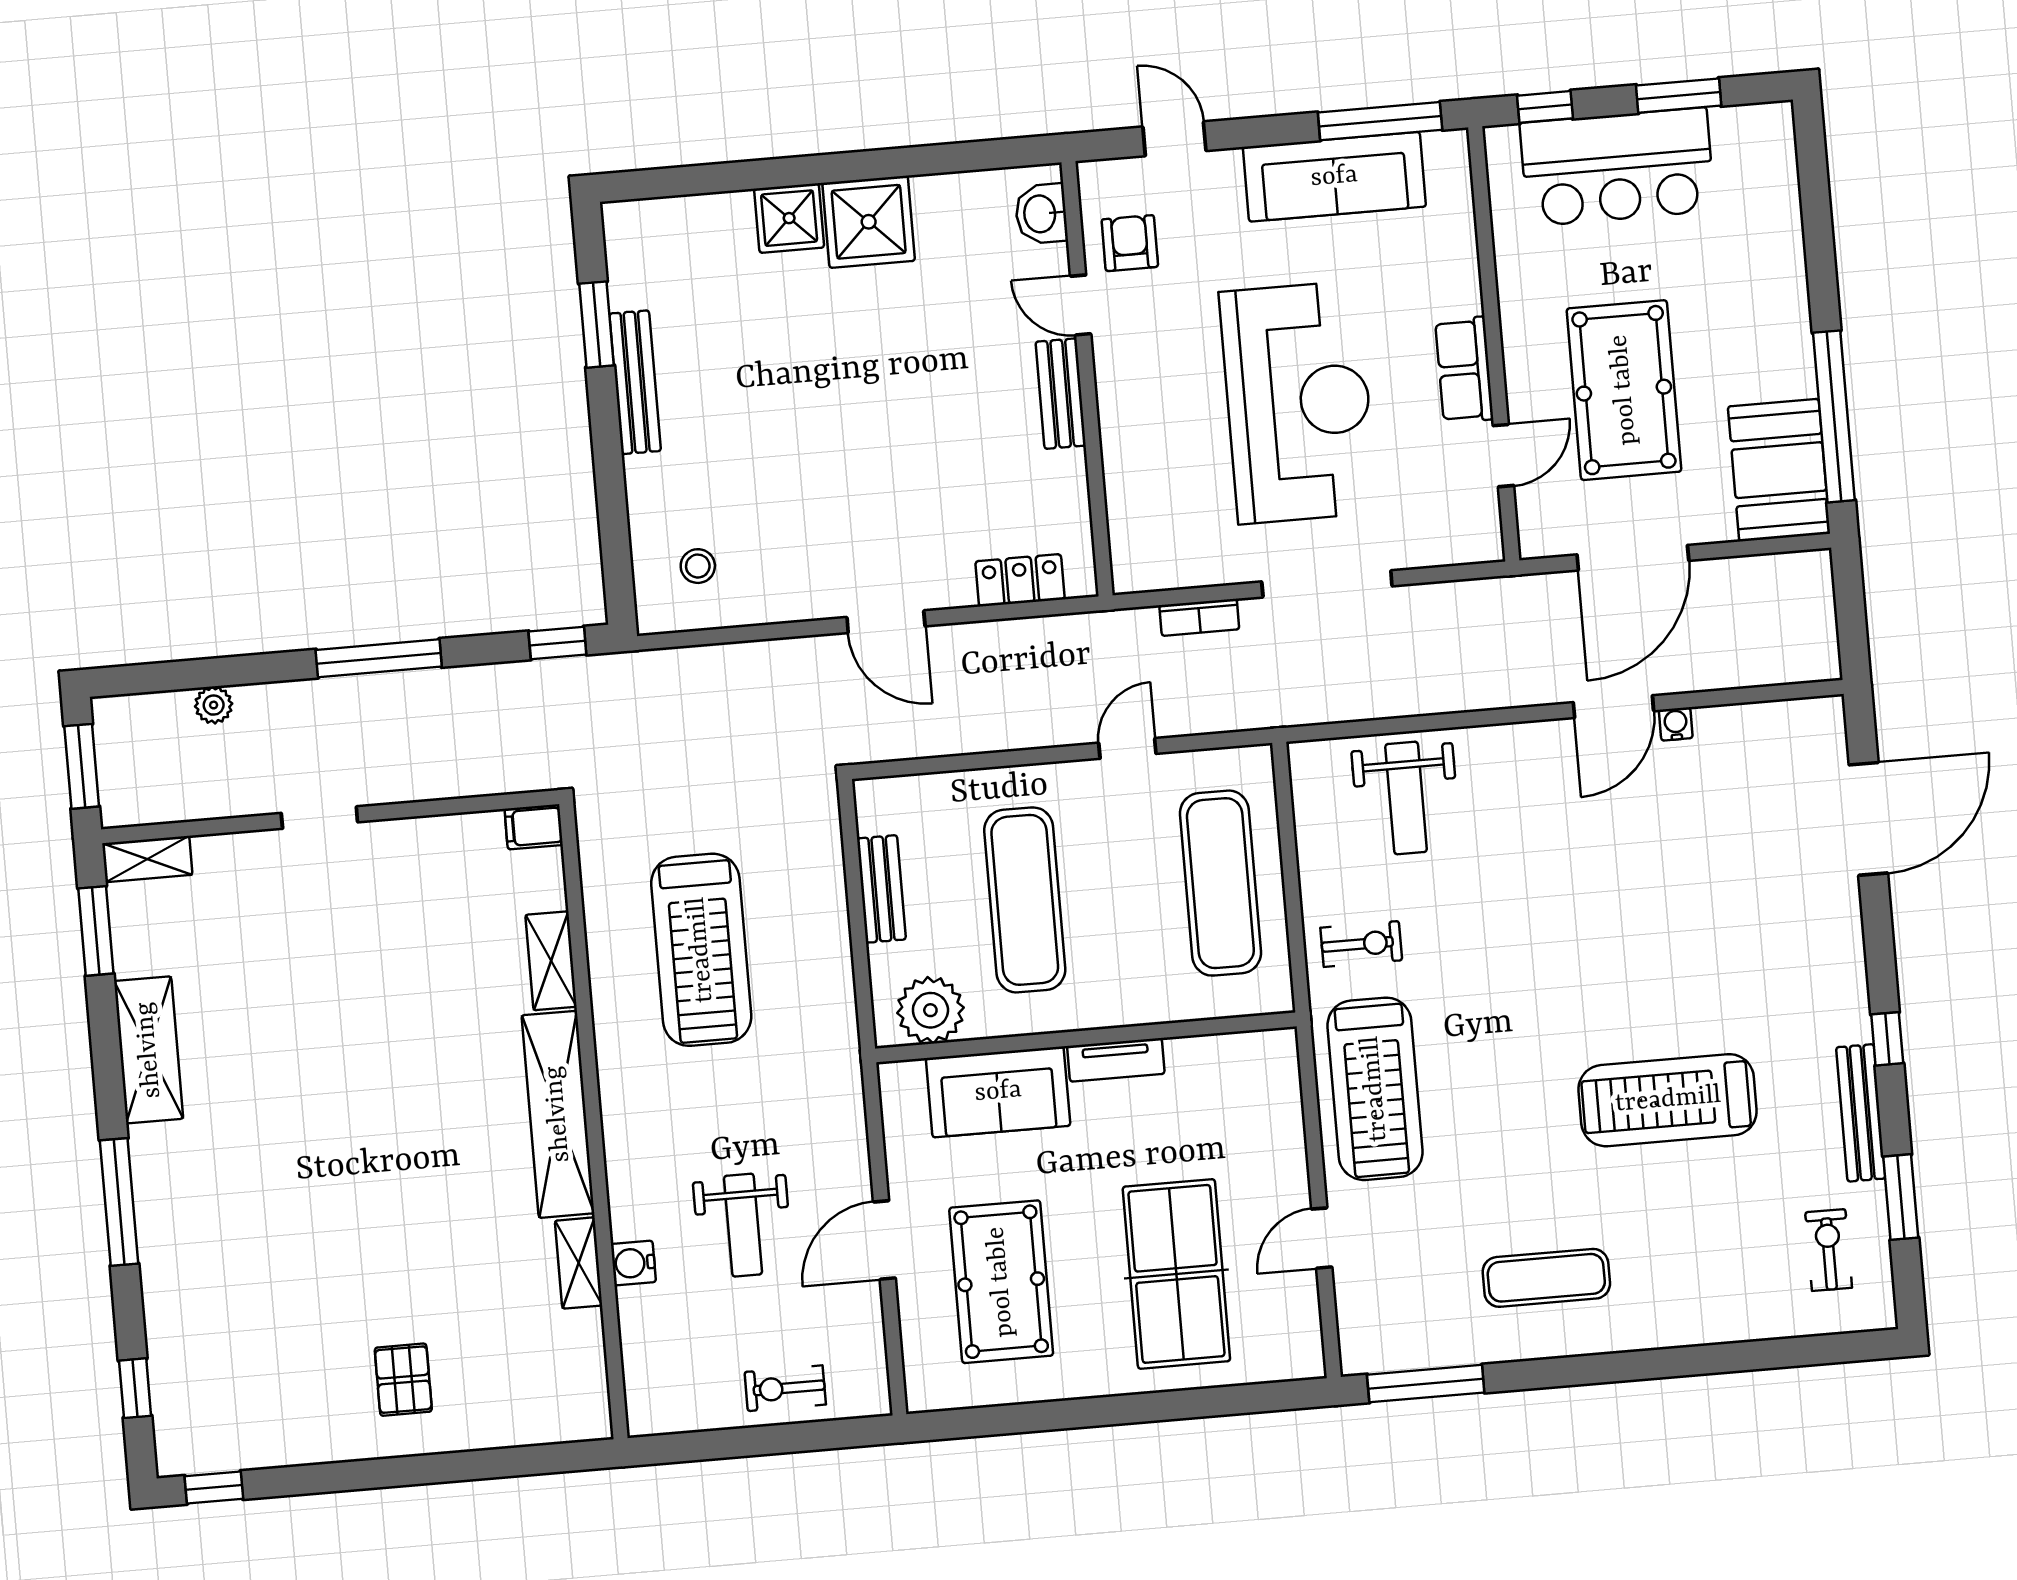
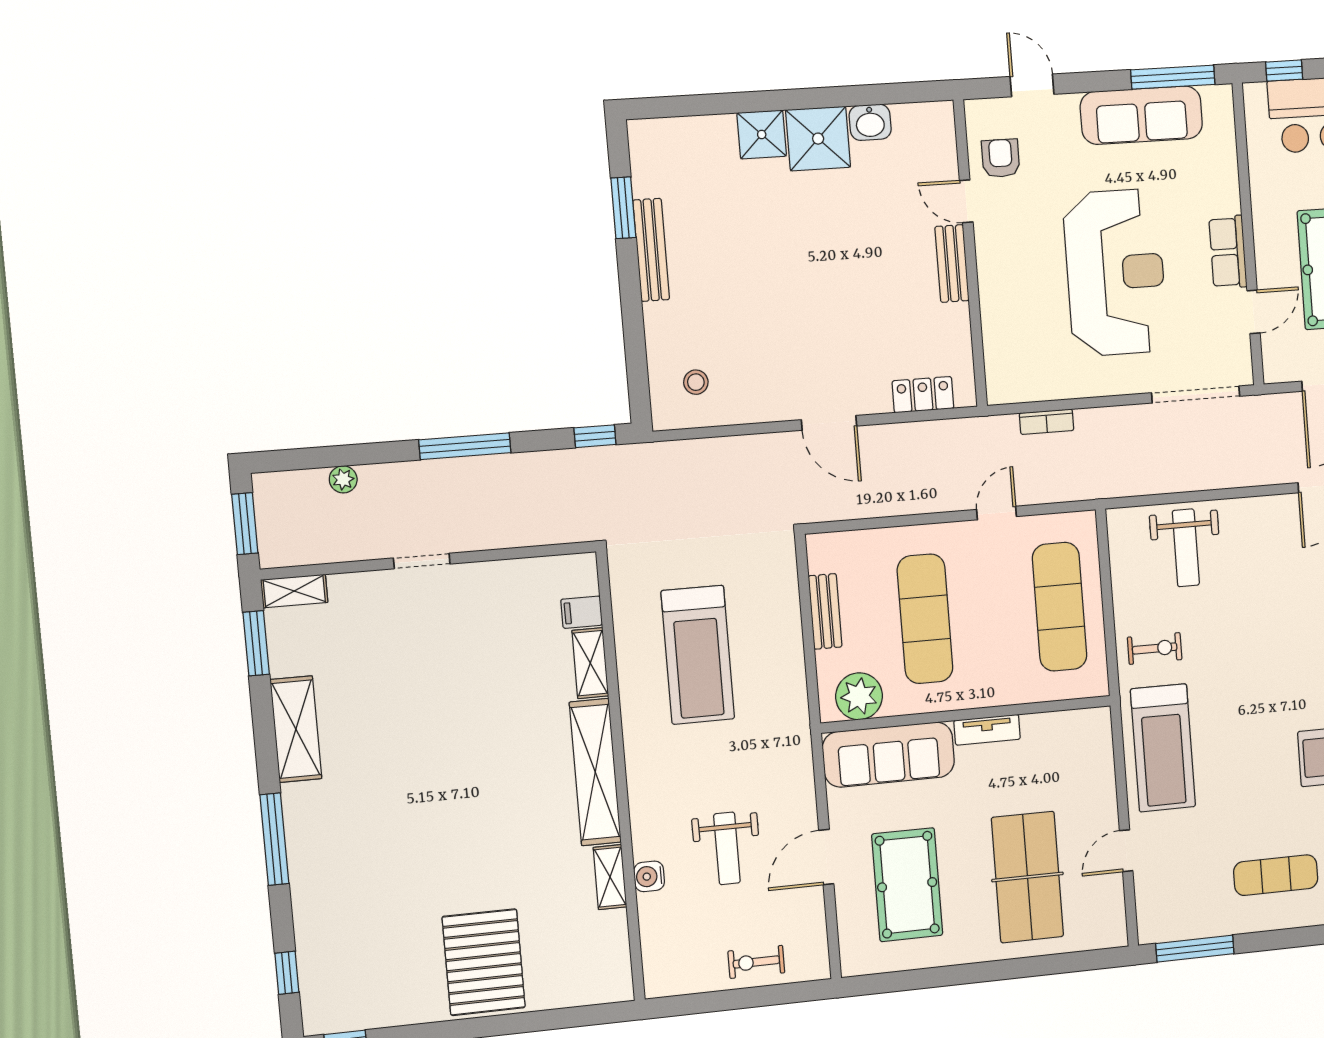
washbasin: (1041, 214) -> (870, 122), moved, turned -90
doorway: (1327, 584) -> (1196, 395), moved
filing cabinet: (534, 827) -> (582, 612), moved
sofa: (998, 1092) -> (889, 755), width x1.36
pallet: (403, 1380) -> (484, 962), width x2.05, depth x2.00

